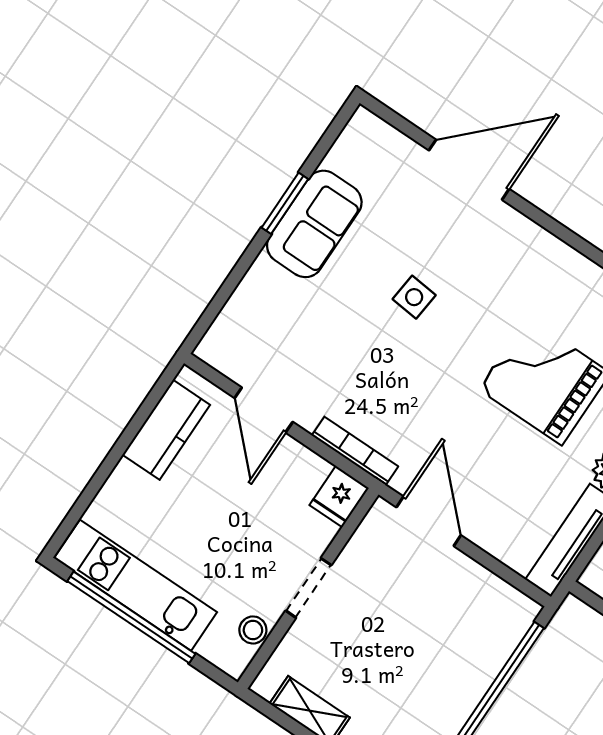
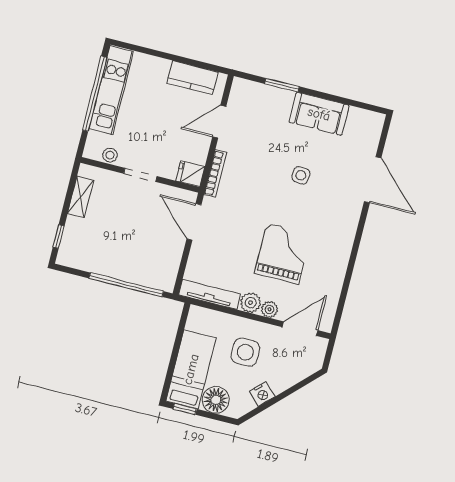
window: (285, 203) -> (282, 85), moved
door: (429, 521) -> (194, 222), swing flipped

